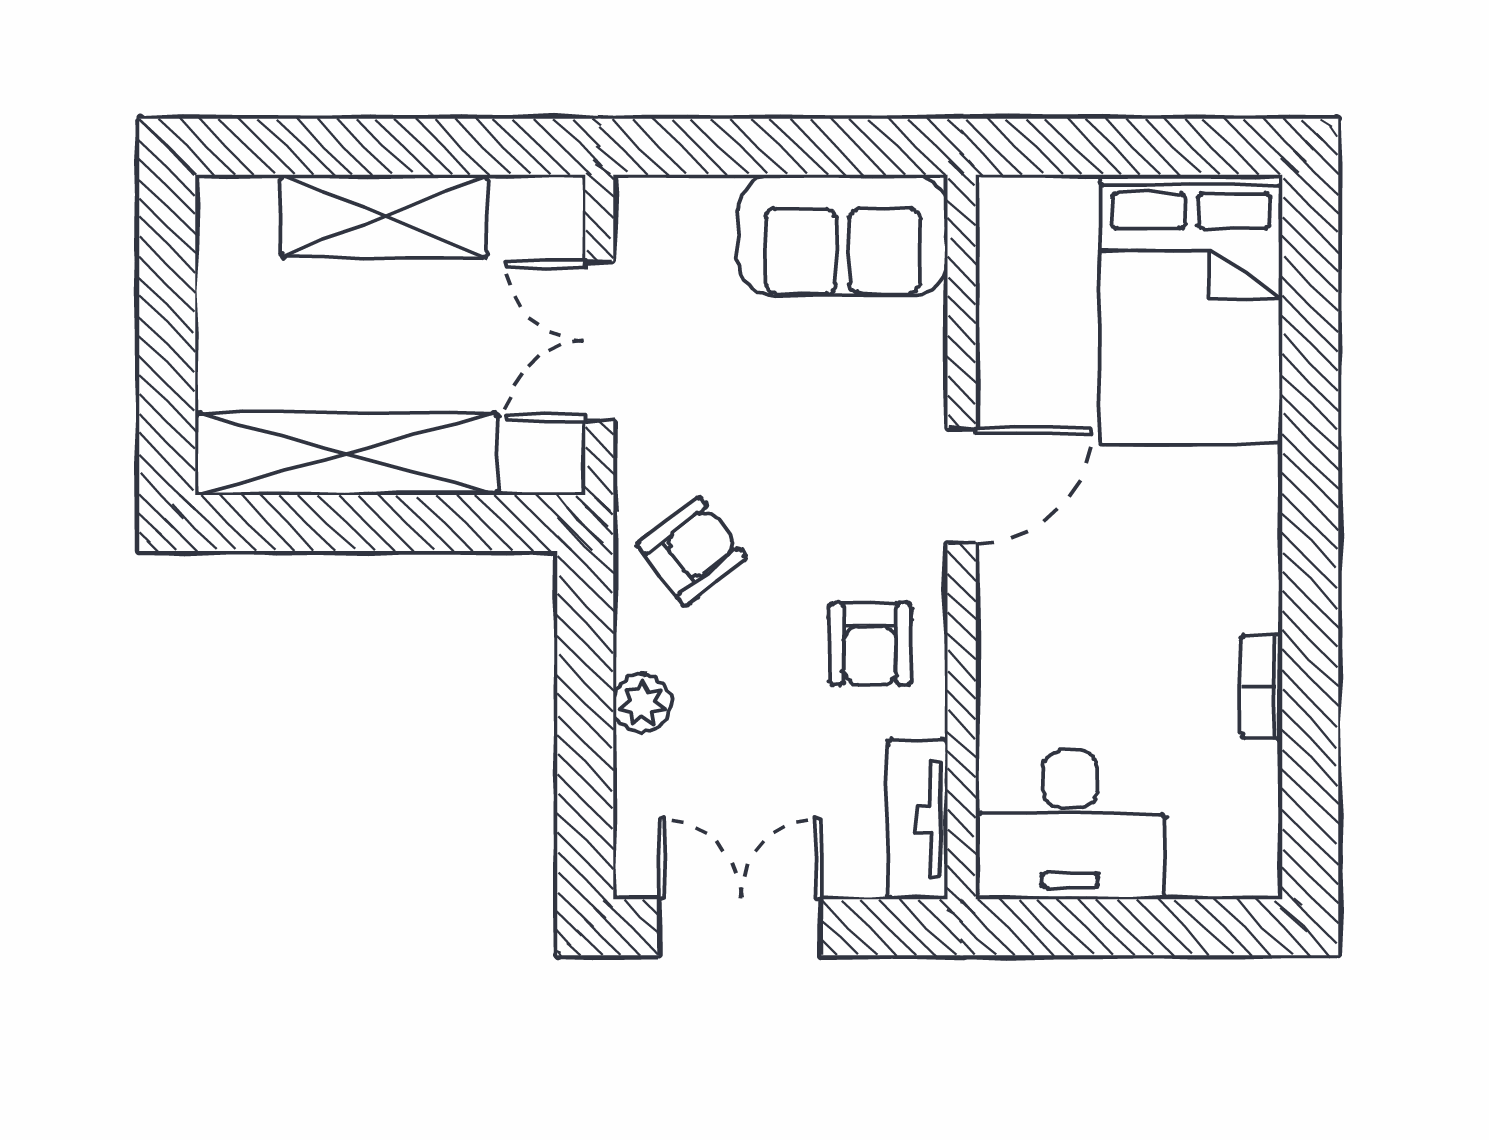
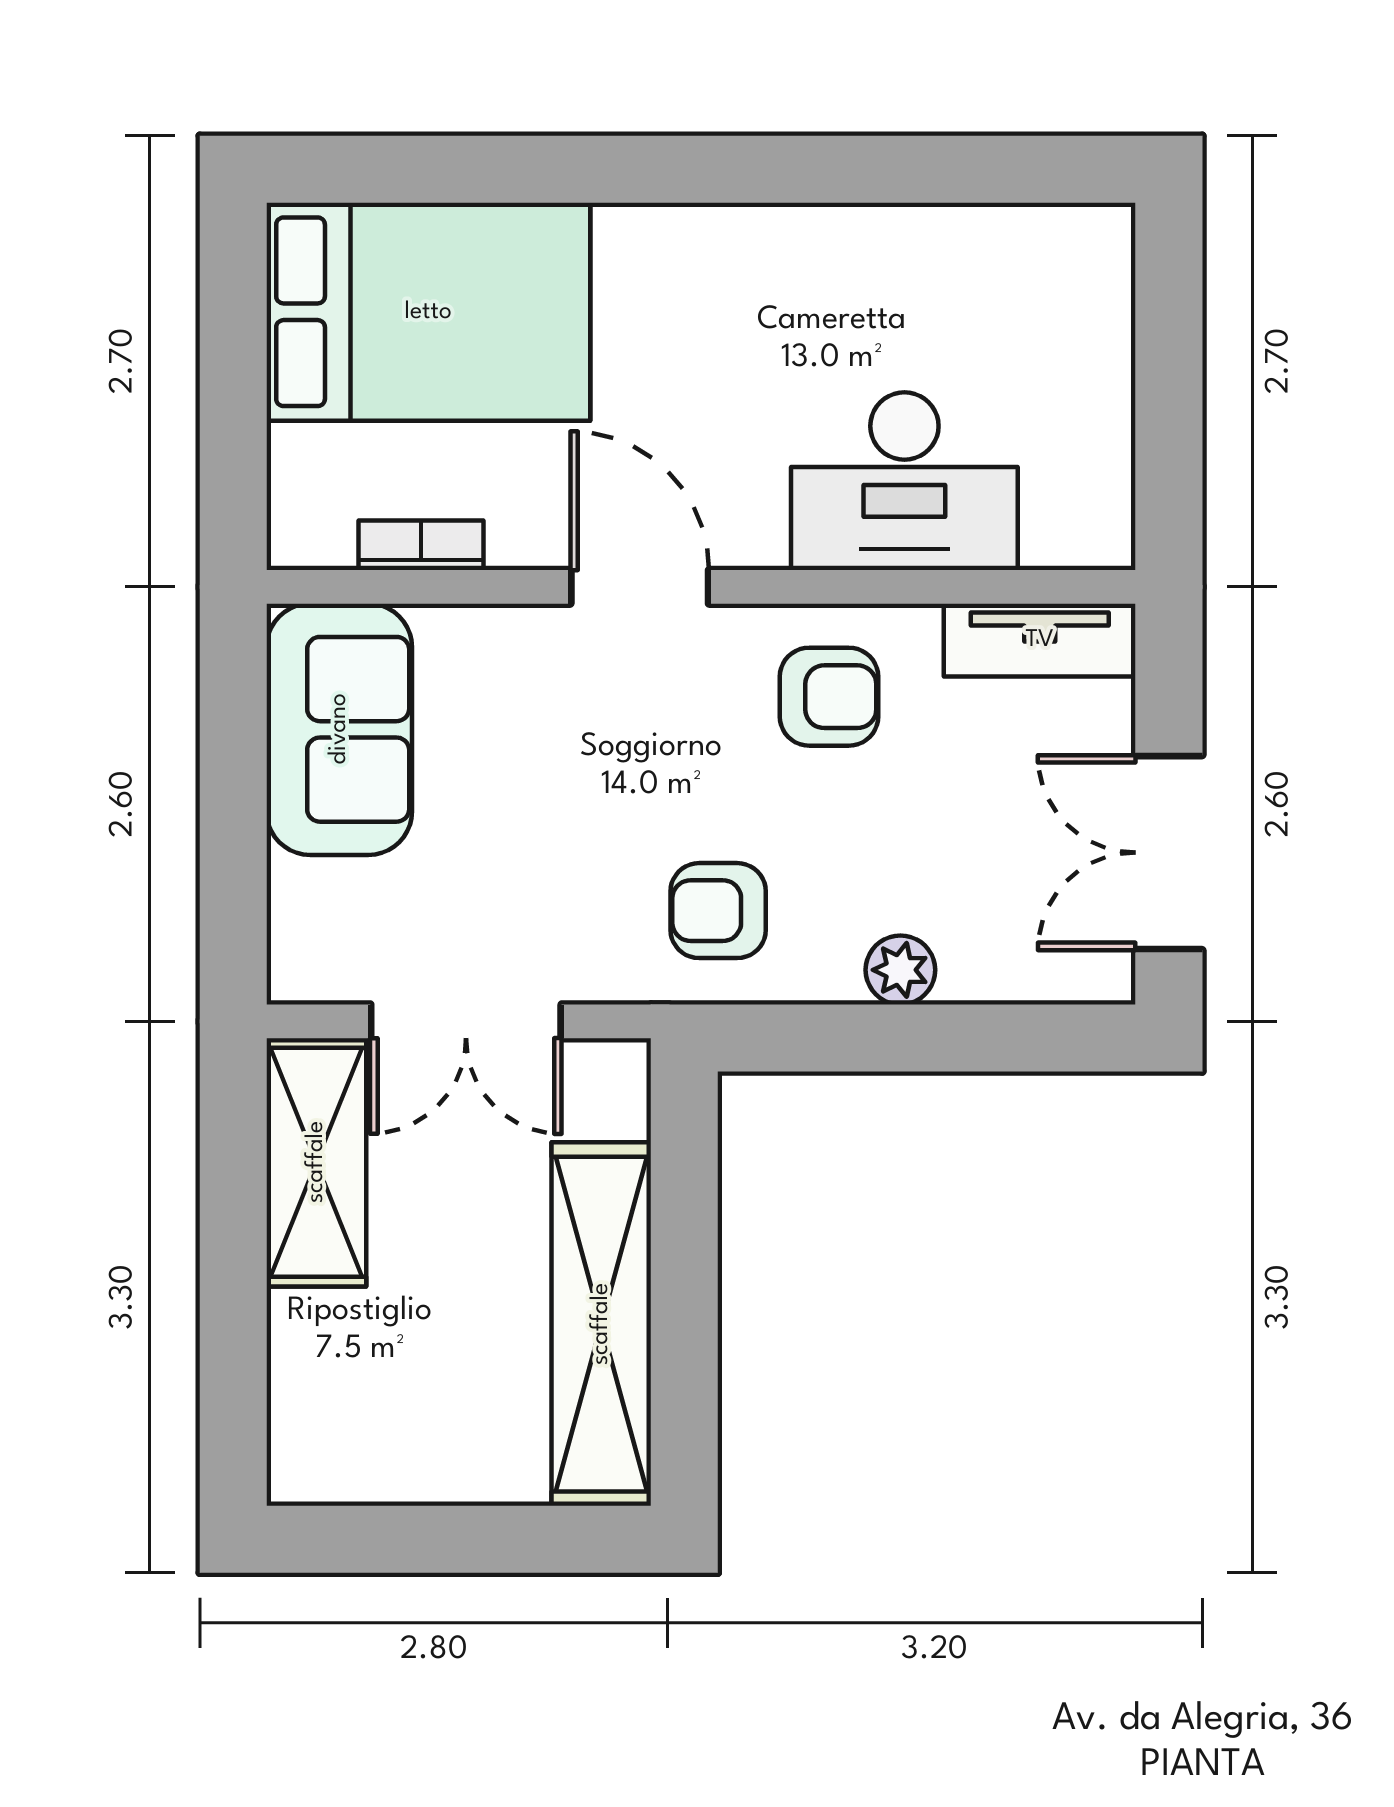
shelving: (384, 216) -> (316, 1162), moved
armchair: (692, 551) -> (718, 911), turned -52
bookcase: (1261, 687) -> (421, 545), moved, turned 180
desk: (1070, 825) -> (904, 481), moved, turned 90

